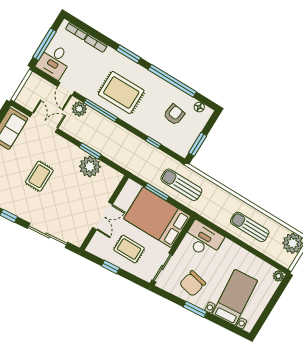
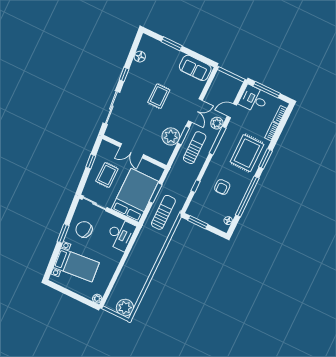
rug: (121, 92) -> (247, 153), moved
armchair: (174, 114) -> (222, 187), moved, turned 82
double door: (44, 123) -> (195, 111), moved
rug: (39, 176) -> (159, 96), turned 90
sun lounger: (250, 227) -> (195, 148), moved

